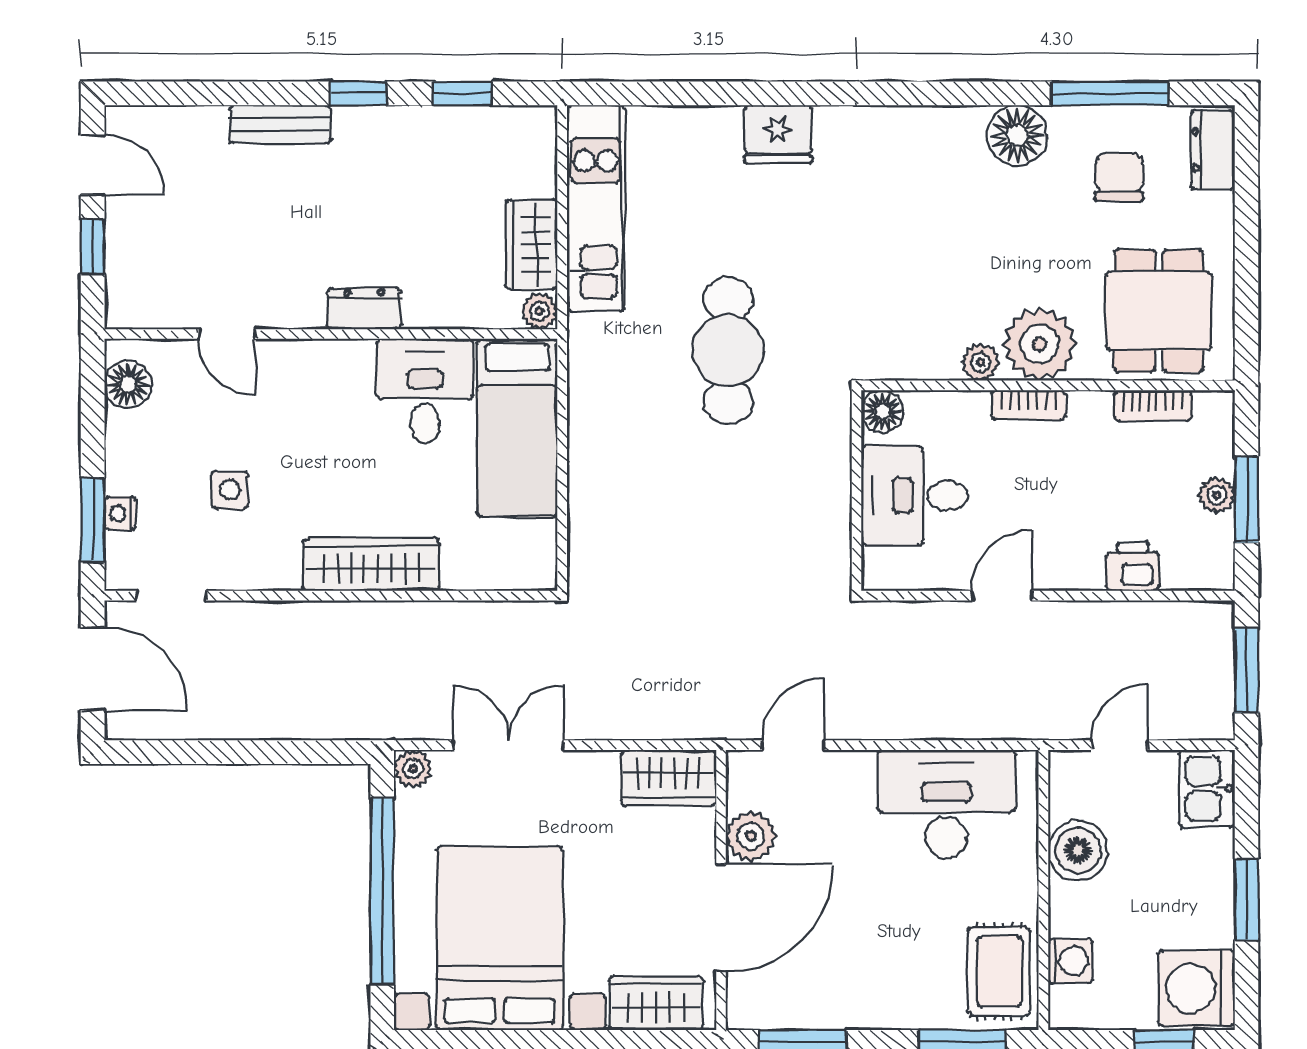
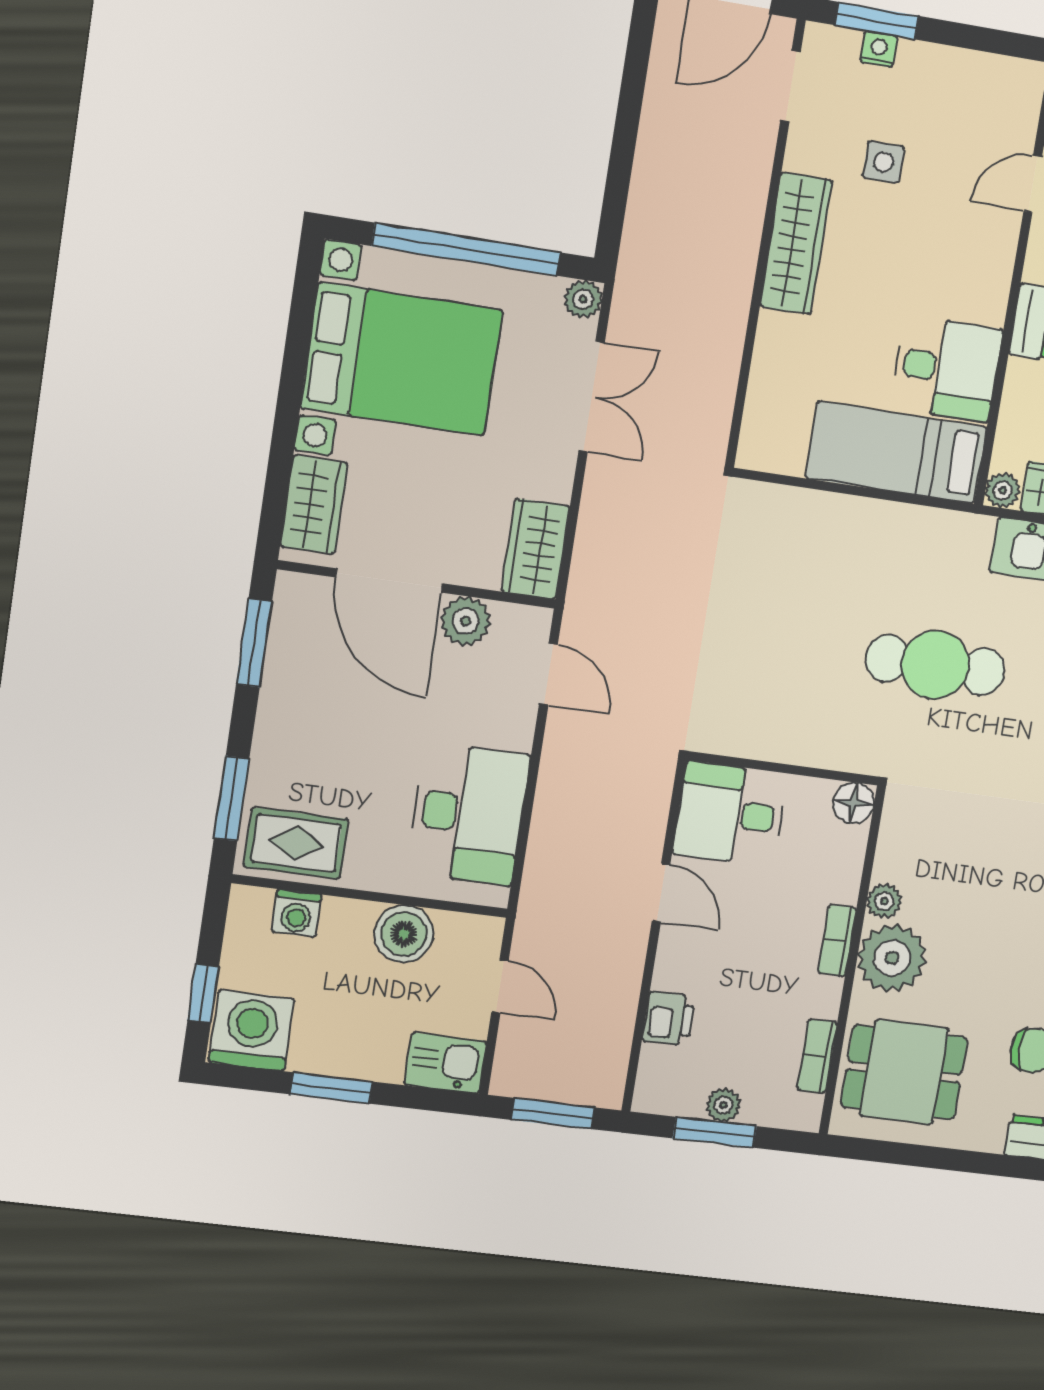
floor lamp: (128, 384) -> (1001, 78), removed
desk: (915, 496) -> (730, 814), moved, turned -90
wardrobe: (371, 565) -> (796, 243), moved

